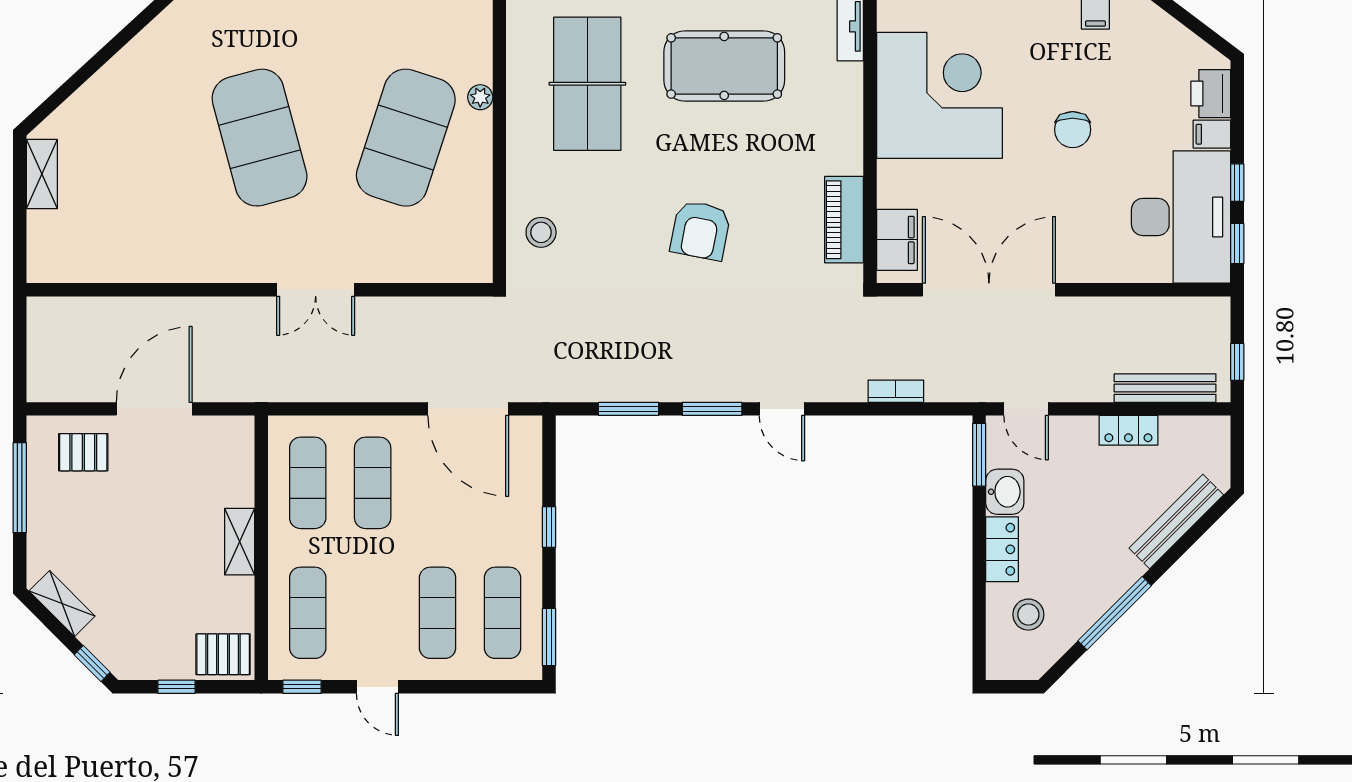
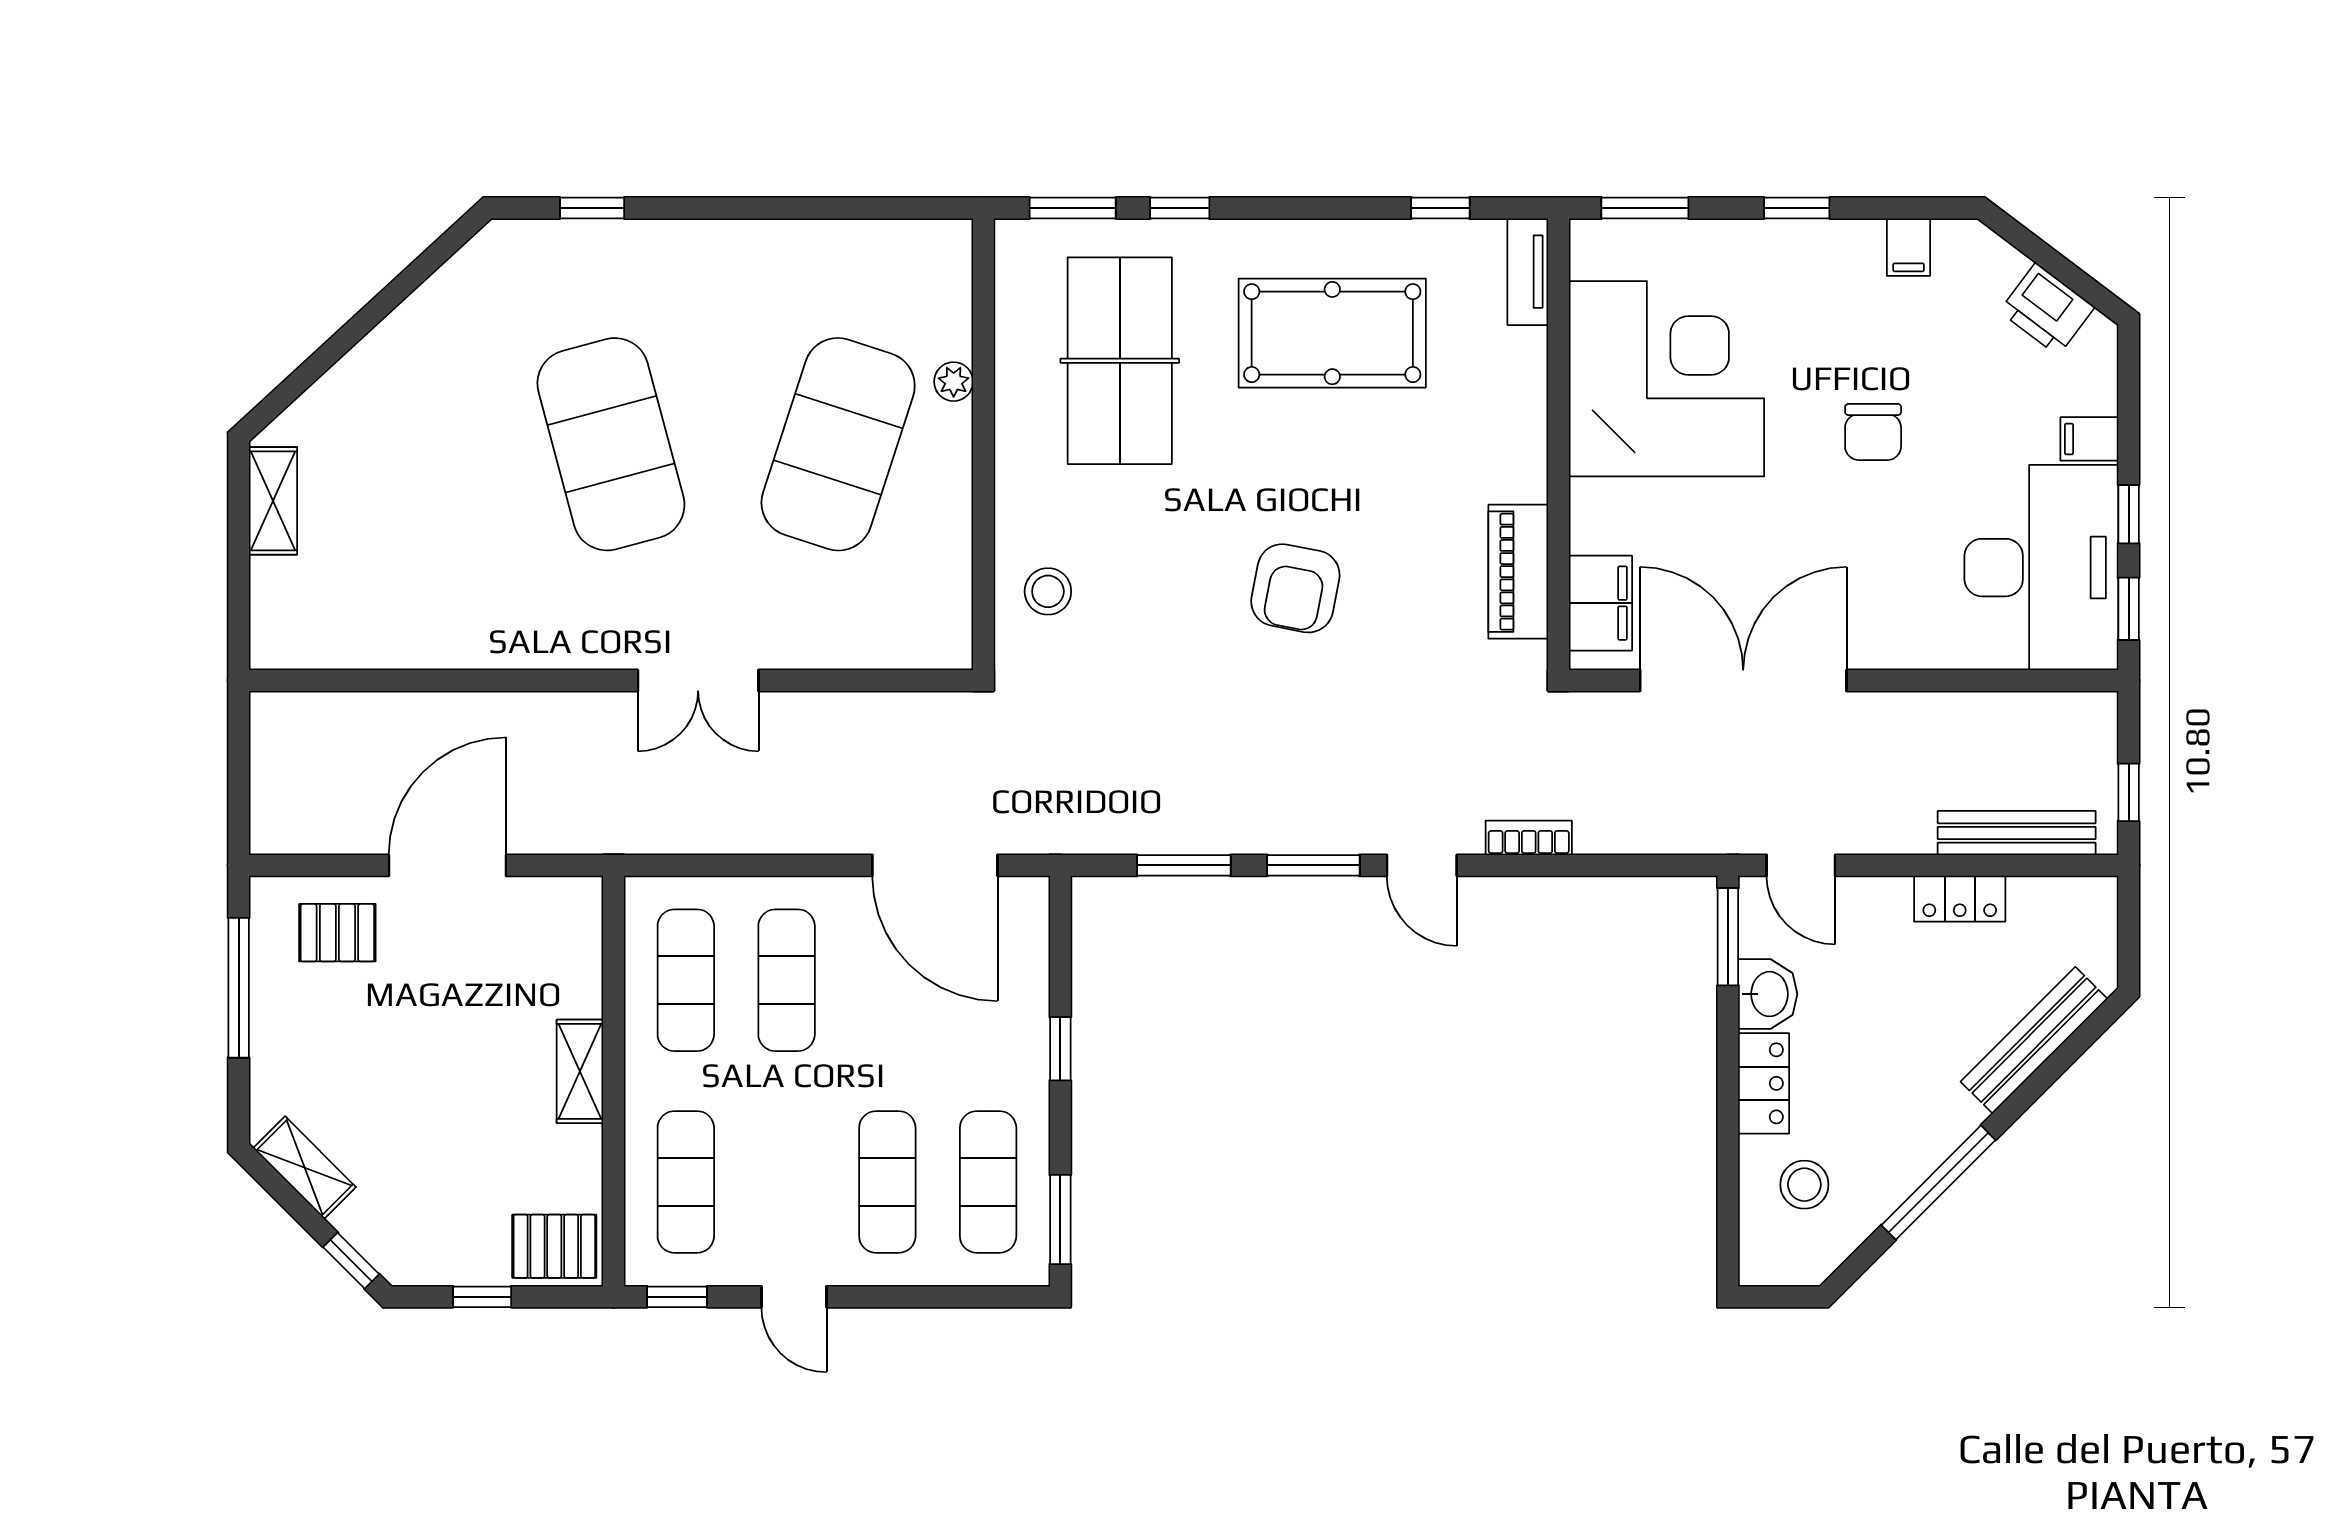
printer: (1211, 94) -> (2047, 309), moved, turned -53
bookcase: (896, 391) -> (1529, 838), moved

